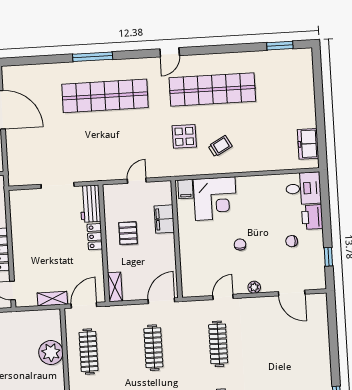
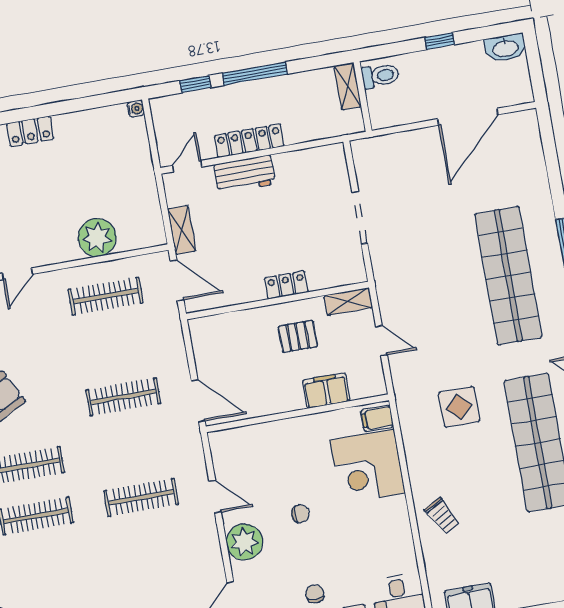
trolley: (220, 146) -> (442, 516), moved
workbench: (90, 204) -> (245, 174), moved, turned 180
shelving: (115, 287) -> (348, 302), moved
plant: (254, 287) -> (244, 542), width x1.88, depth x1.88

